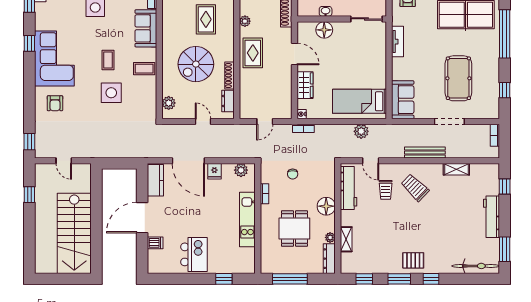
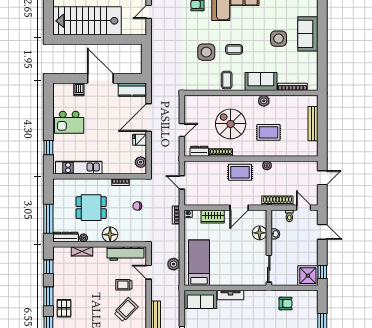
tv unit: (398, 42) -> (231, 295), moved
plant: (169, 103) -> (264, 101), moved
door: (371, 161) -> (149, 272), hinge flipped
kitchen unit: (247, 219) -> (79, 168), moved
window: (290, 279) -> (48, 219), moved

